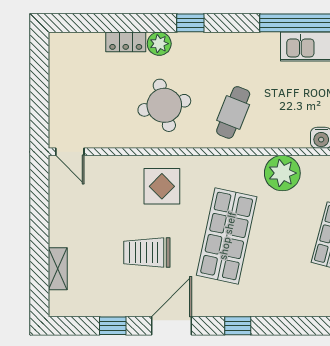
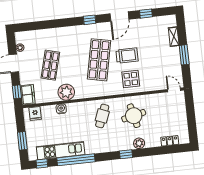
locker: (126, 42) -> (170, 141), moved
plant: (282, 173) -> (66, 92), moved
window: (39, 226) -> (184, 55), added
trolley: (147, 253) -> (127, 56), moved

